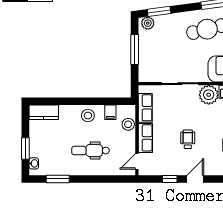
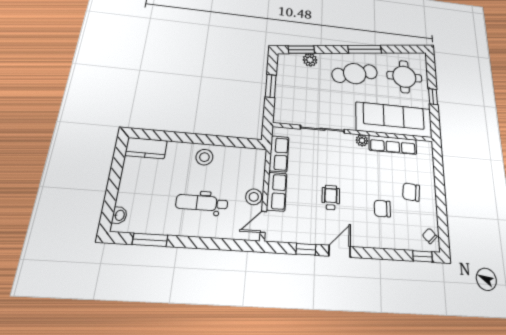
plant: (148, 23) -> (310, 60), moved
window: (135, 49) -> (271, 86), width x0.69
plant: (209, 95) -> (362, 140), width x0.53, depth x0.53
filing cabinet: (110, 112) -> (234, 156), removed
stool: (128, 124) -> (254, 197), moved
window: (25, 149) -> (111, 194), removed

